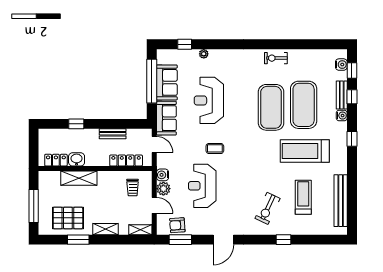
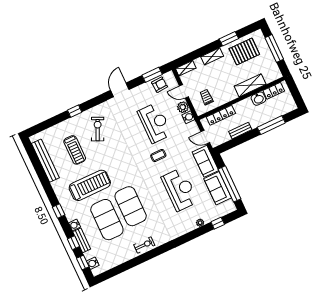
window: (76, 124) -> (271, 125), width x2.17

